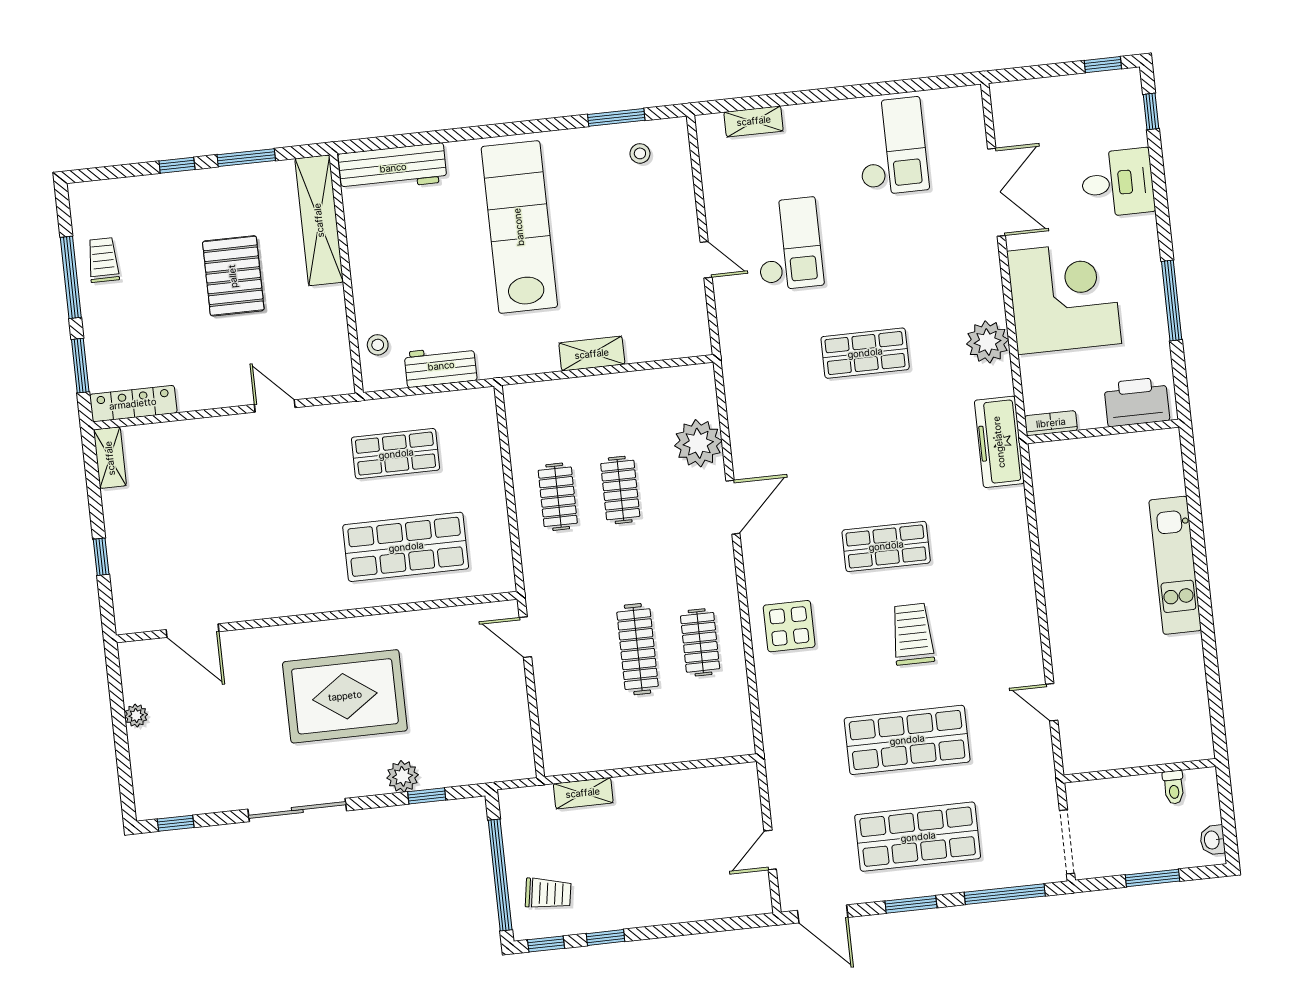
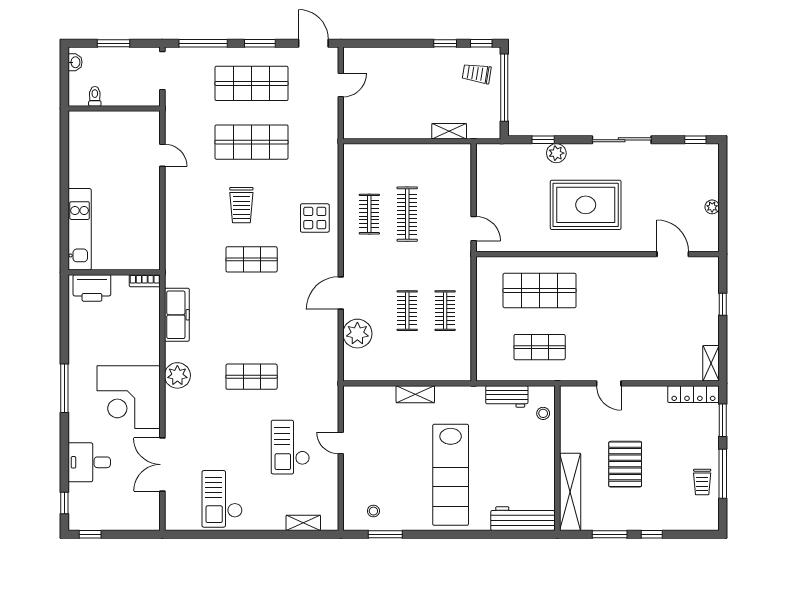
printer: (1137, 402) -> (92, 288), moved
bookcase: (1051, 423) -> (145, 281), moved
wall: (1103, 431) -> (114, 272), moved

